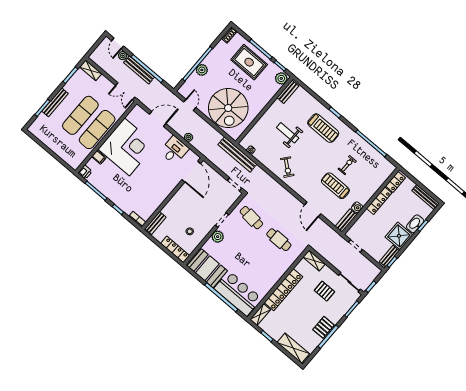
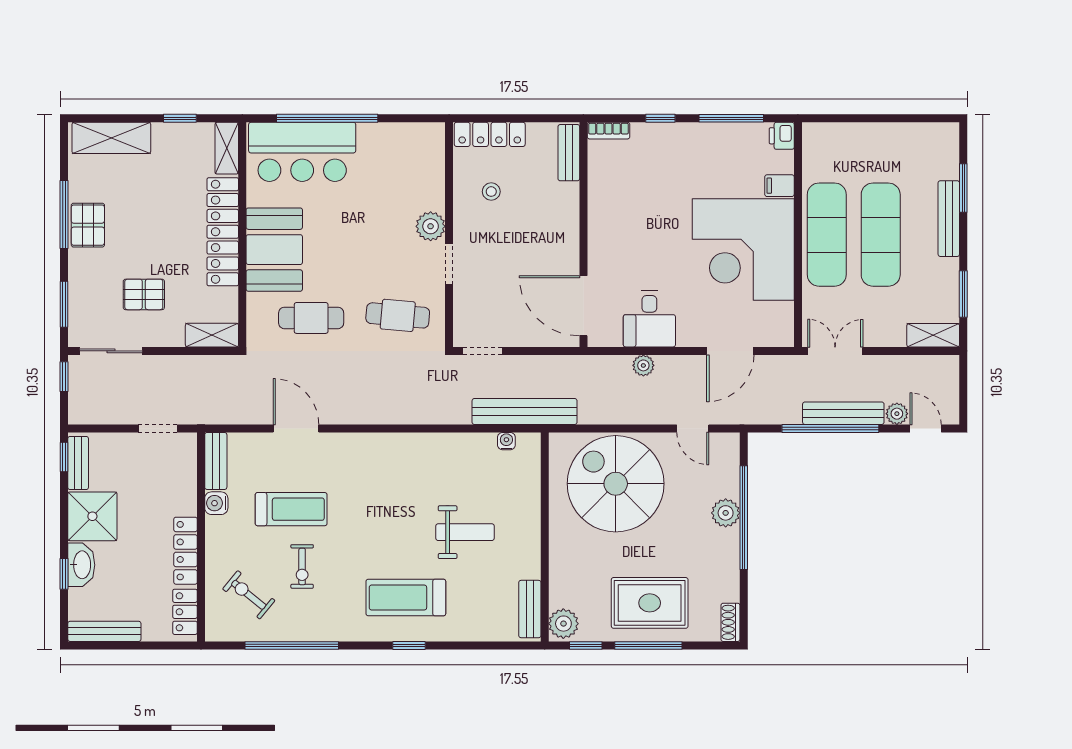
exercise bike: (287, 167) -> (249, 595), moved
booth: (207, 268) -> (274, 250), moved, turned 90

